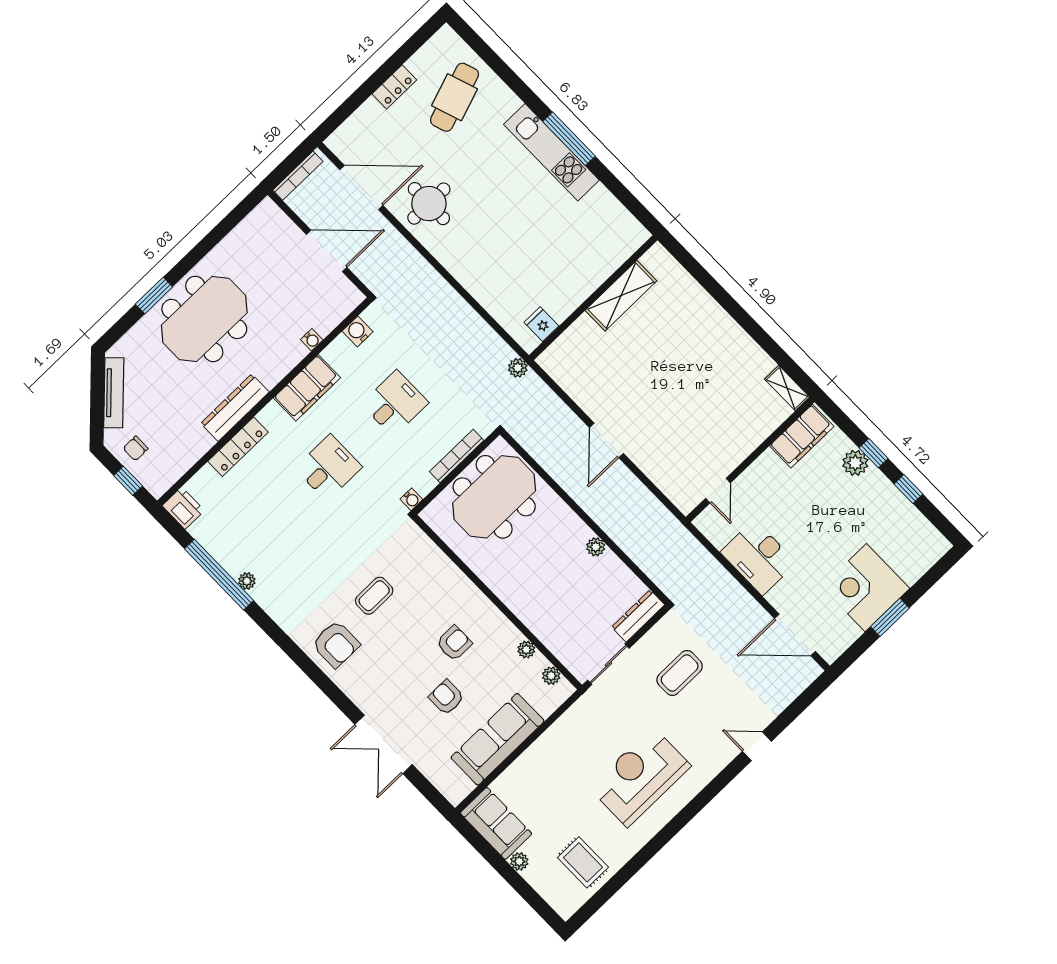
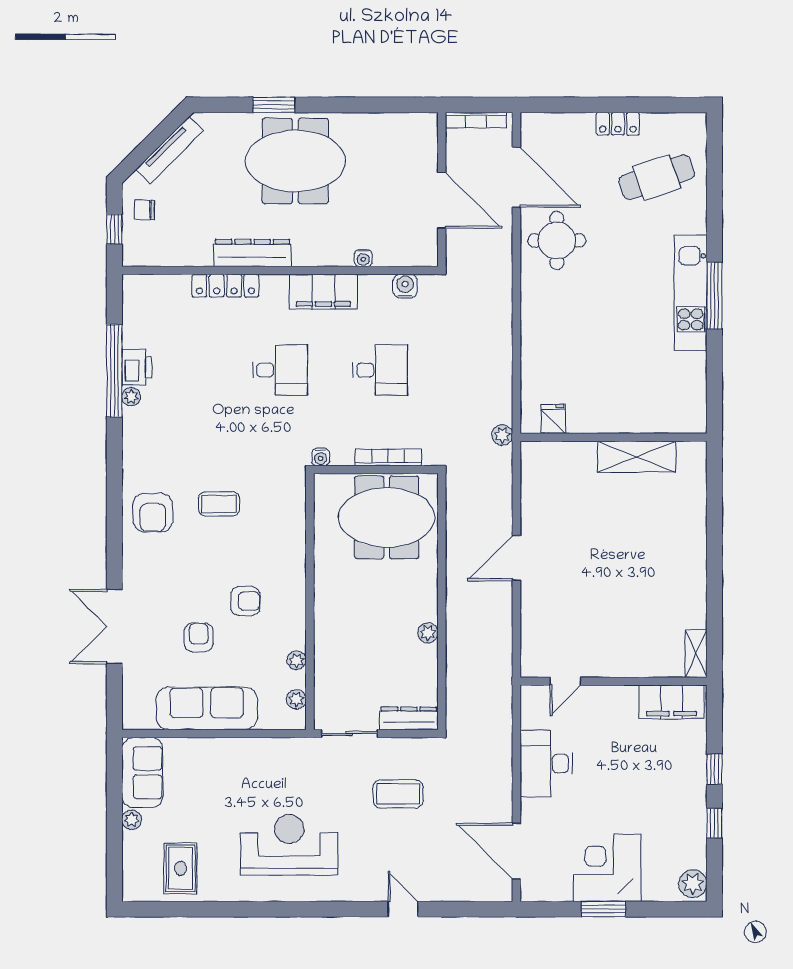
plant: (855, 463) -> (693, 884), moved
printer: (183, 508) -> (137, 367), moved

